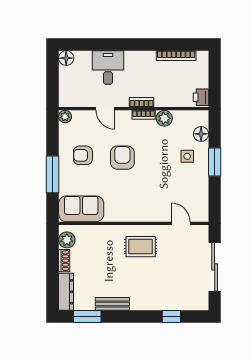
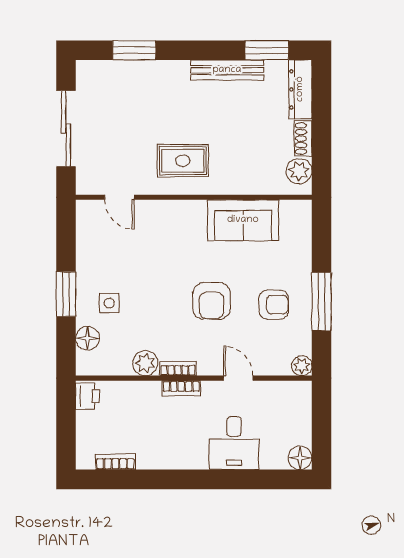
bookcase: (176, 56) -> (115, 462), width x0.64
window: (53, 174) -> (321, 302), moved
sofa: (81, 209) -> (243, 220), moved
bench: (112, 304) -> (227, 70), width x1.36
window: (171, 317) -> (134, 50), width x1.50

